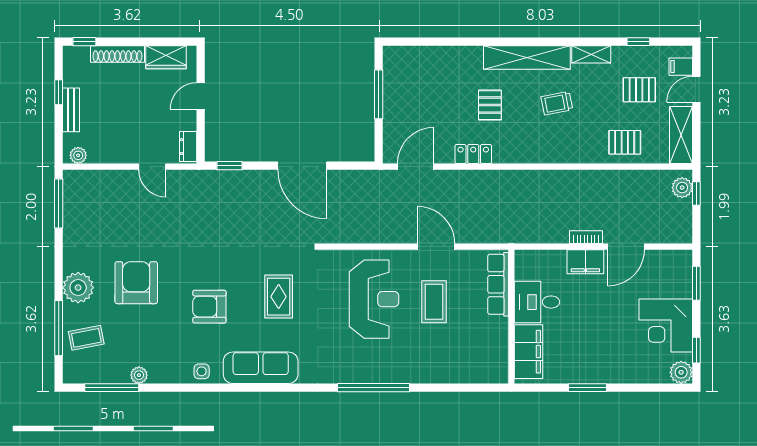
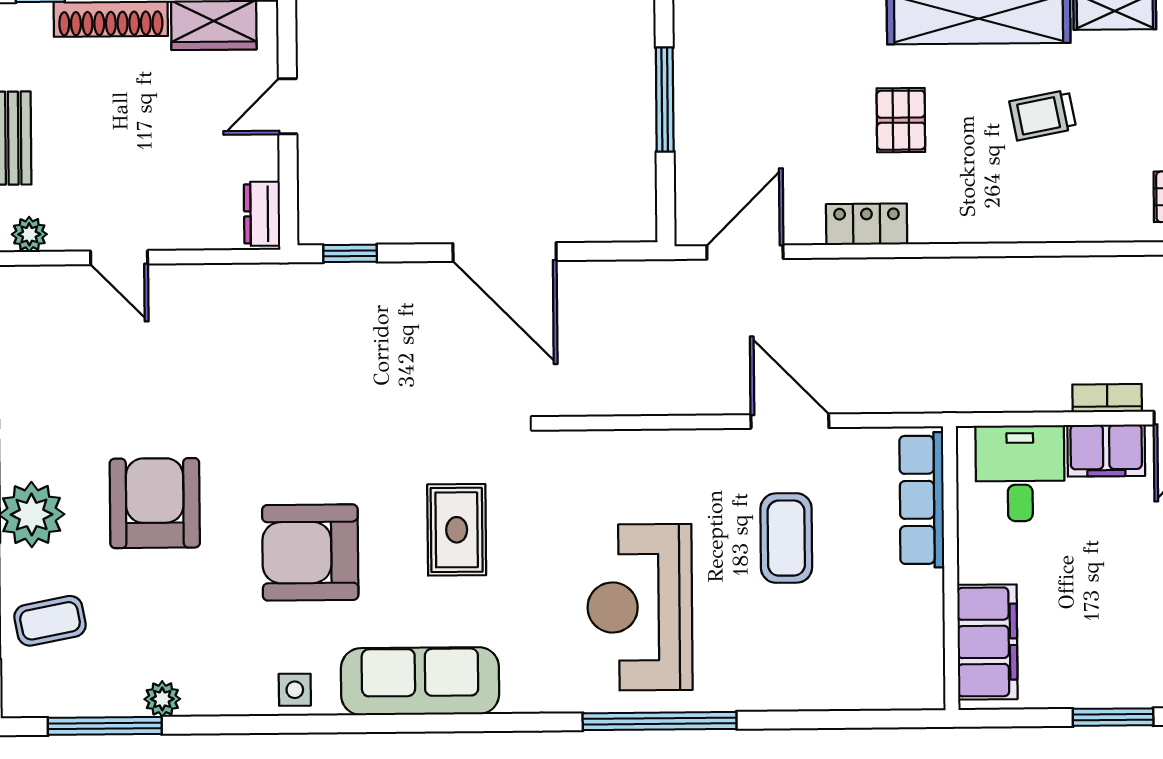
door: (152, 167) -> (119, 258), moved
reception desk: (374, 299) -> (640, 607), moved, turned 180
desk: (537, 302) -> (1020, 473), moved, turned 90
armchair: (209, 307) -> (310, 552), width x1.36, depth x1.36

